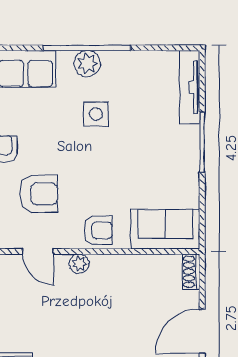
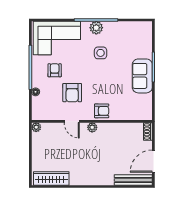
tv unit: (190, 87) -> (147, 39), removed
armchair: (39, 194) -> (72, 93), turned 90
sofa: (165, 229) -> (142, 76), moved, turned -90

